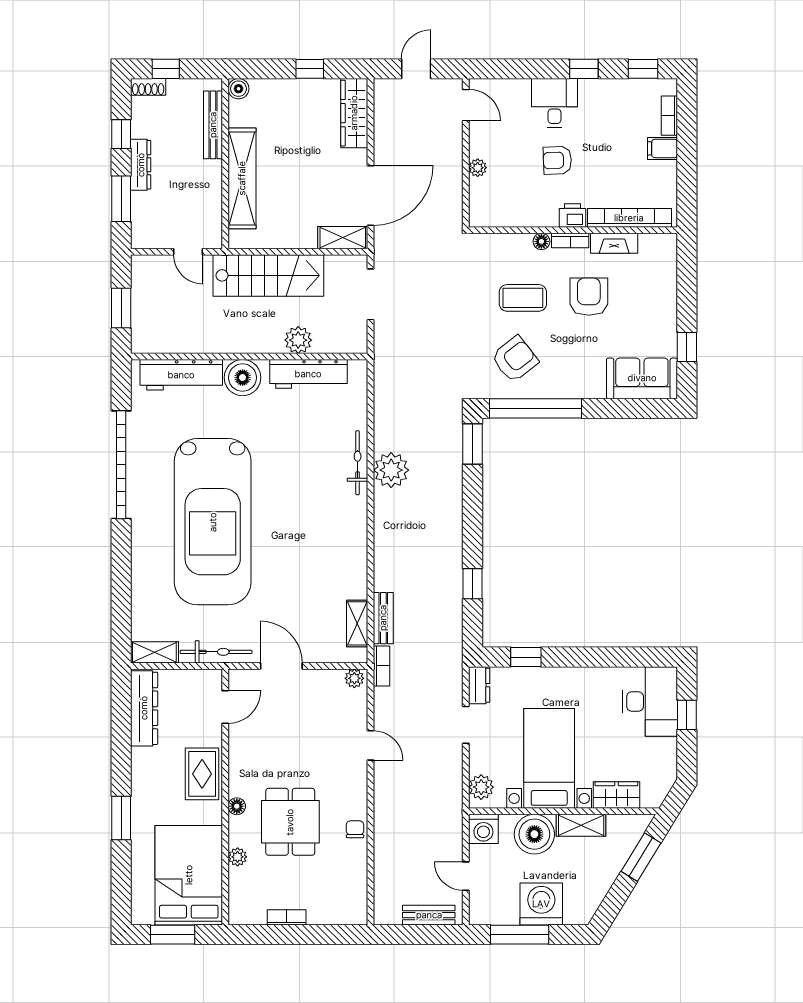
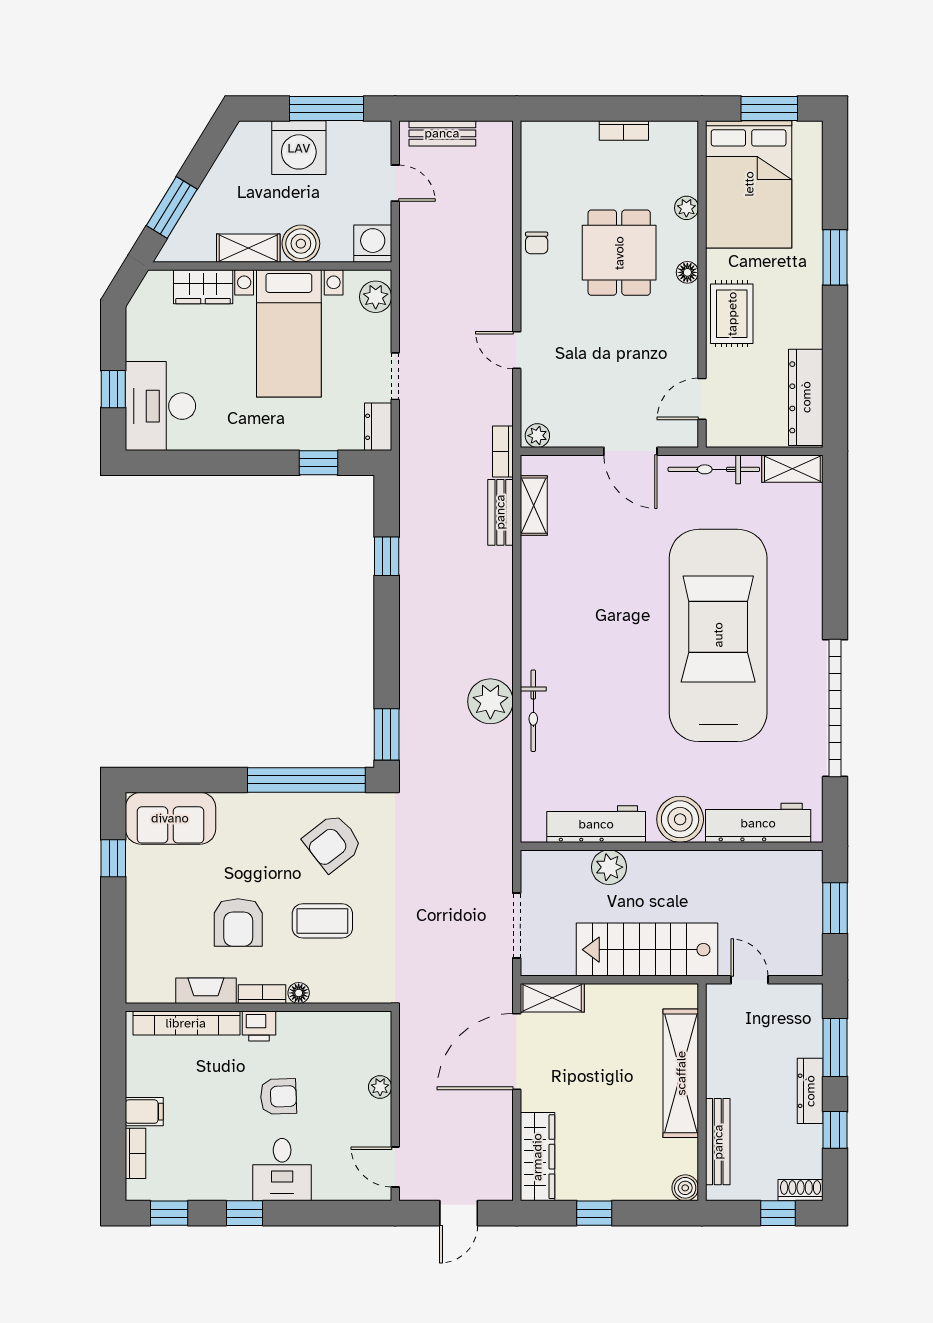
boiler: (534, 834) -> (301, 244), width x0.73, depth x0.73

